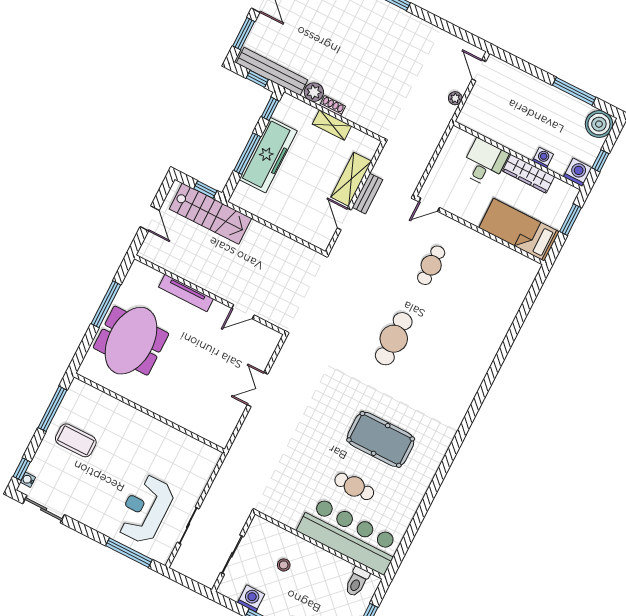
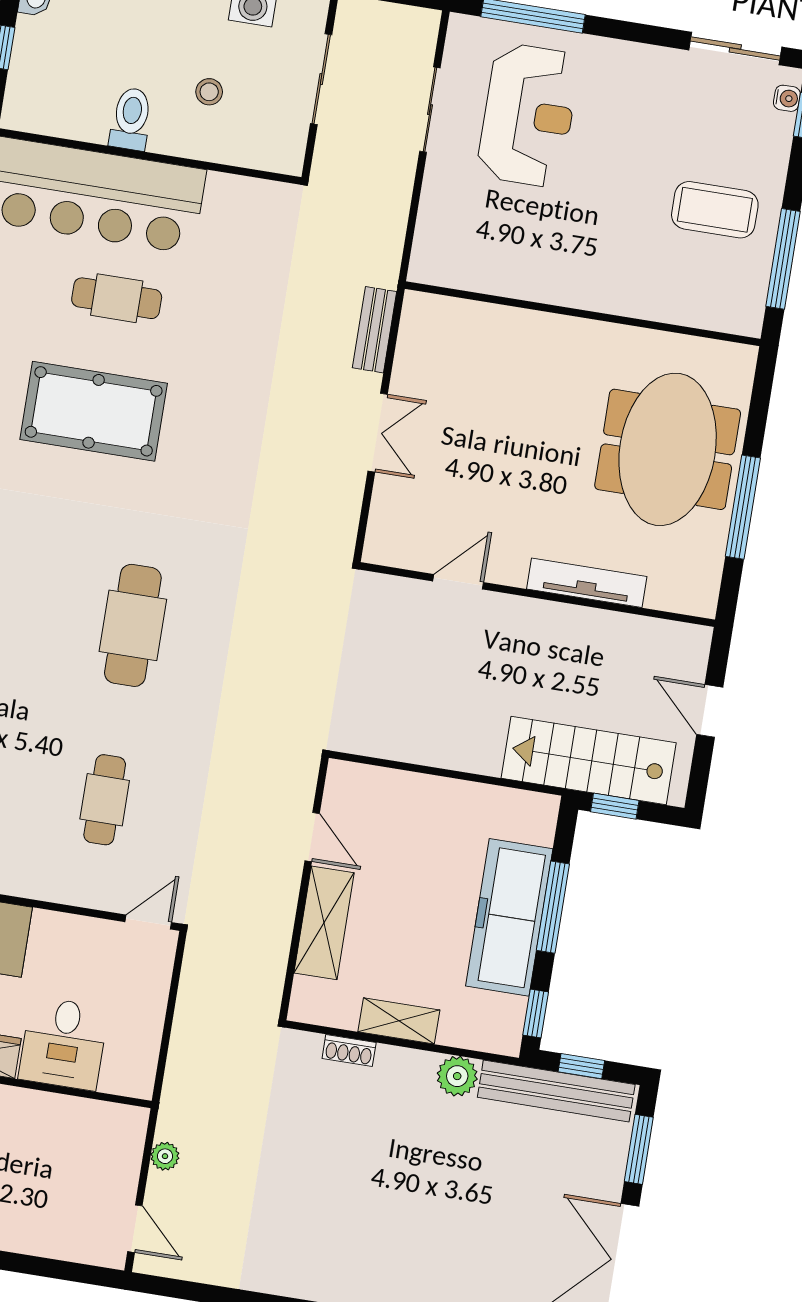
shoe rack: (332, 106) -> (349, 1050), moved
bench: (367, 194) -> (375, 330), moved
toilet: (357, 582) -> (131, 119), moved

